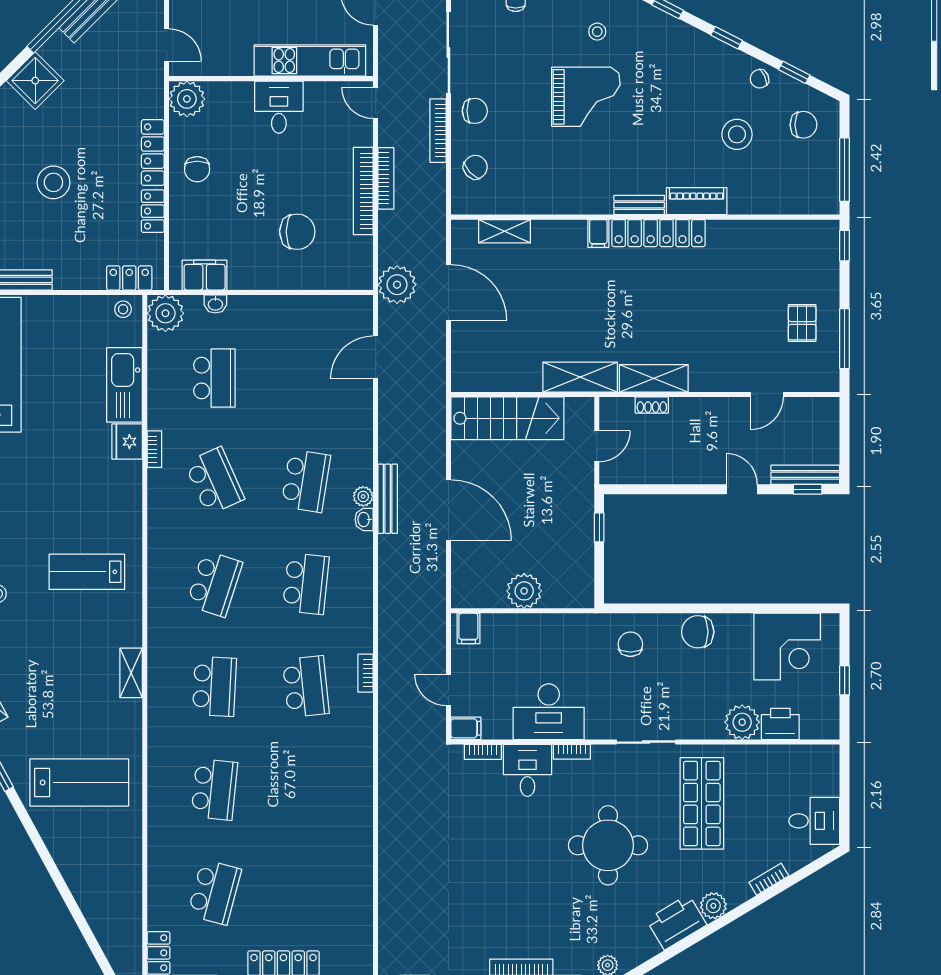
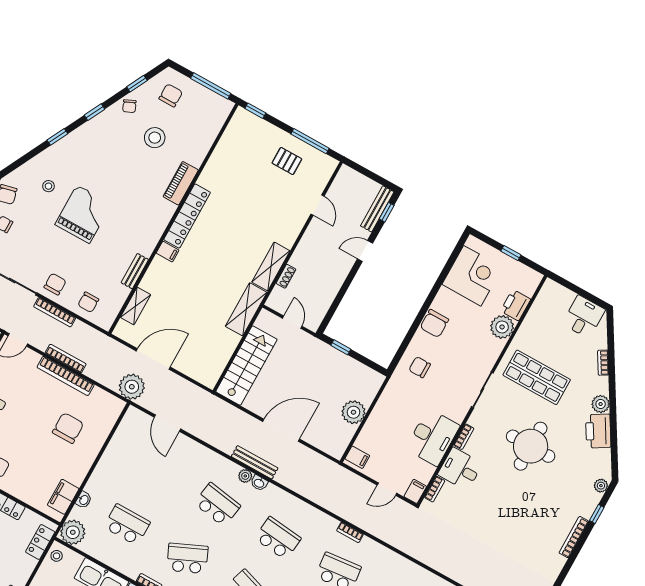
chair: (475, 167) -> (88, 302), turned -137
bench: (639, 205) -> (135, 271), moved

